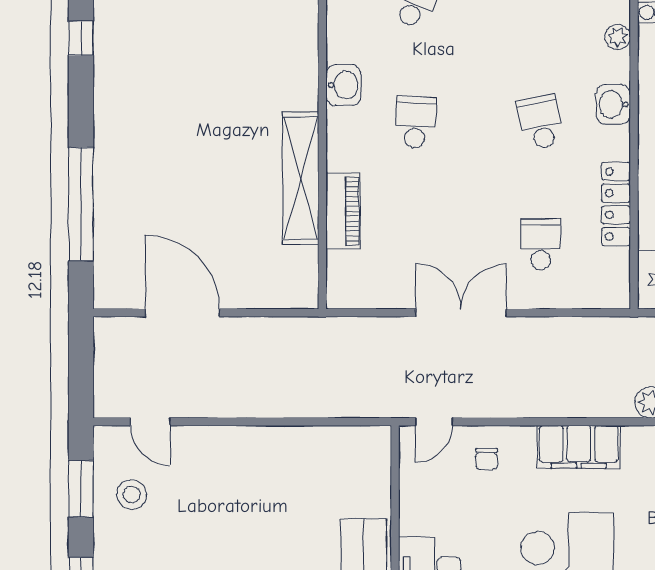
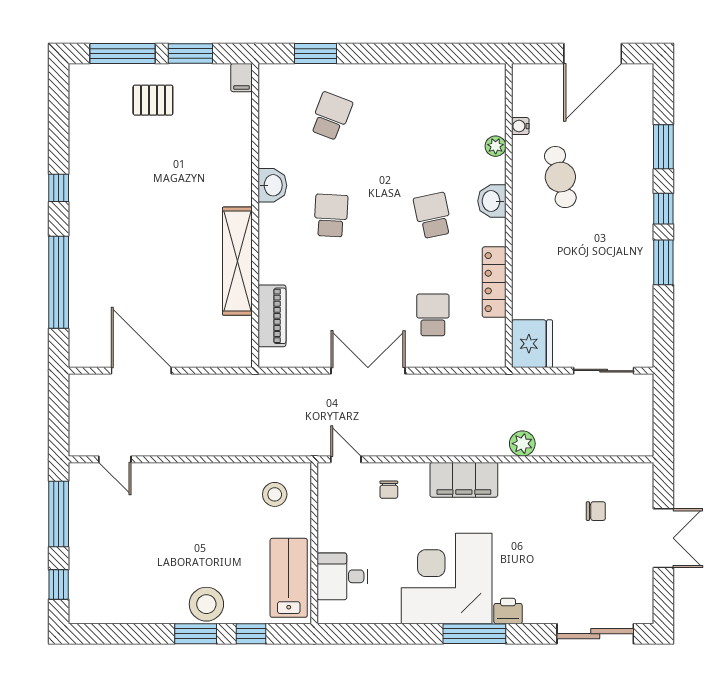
window: (81, 38) -> (59, 188), moved
piano: (343, 211) -> (272, 316), moved
door: (434, 422) -> (346, 459), swing flipped
window: (81, 489) -> (59, 514), width x1.44
stool: (132, 495) -> (275, 494), moved

